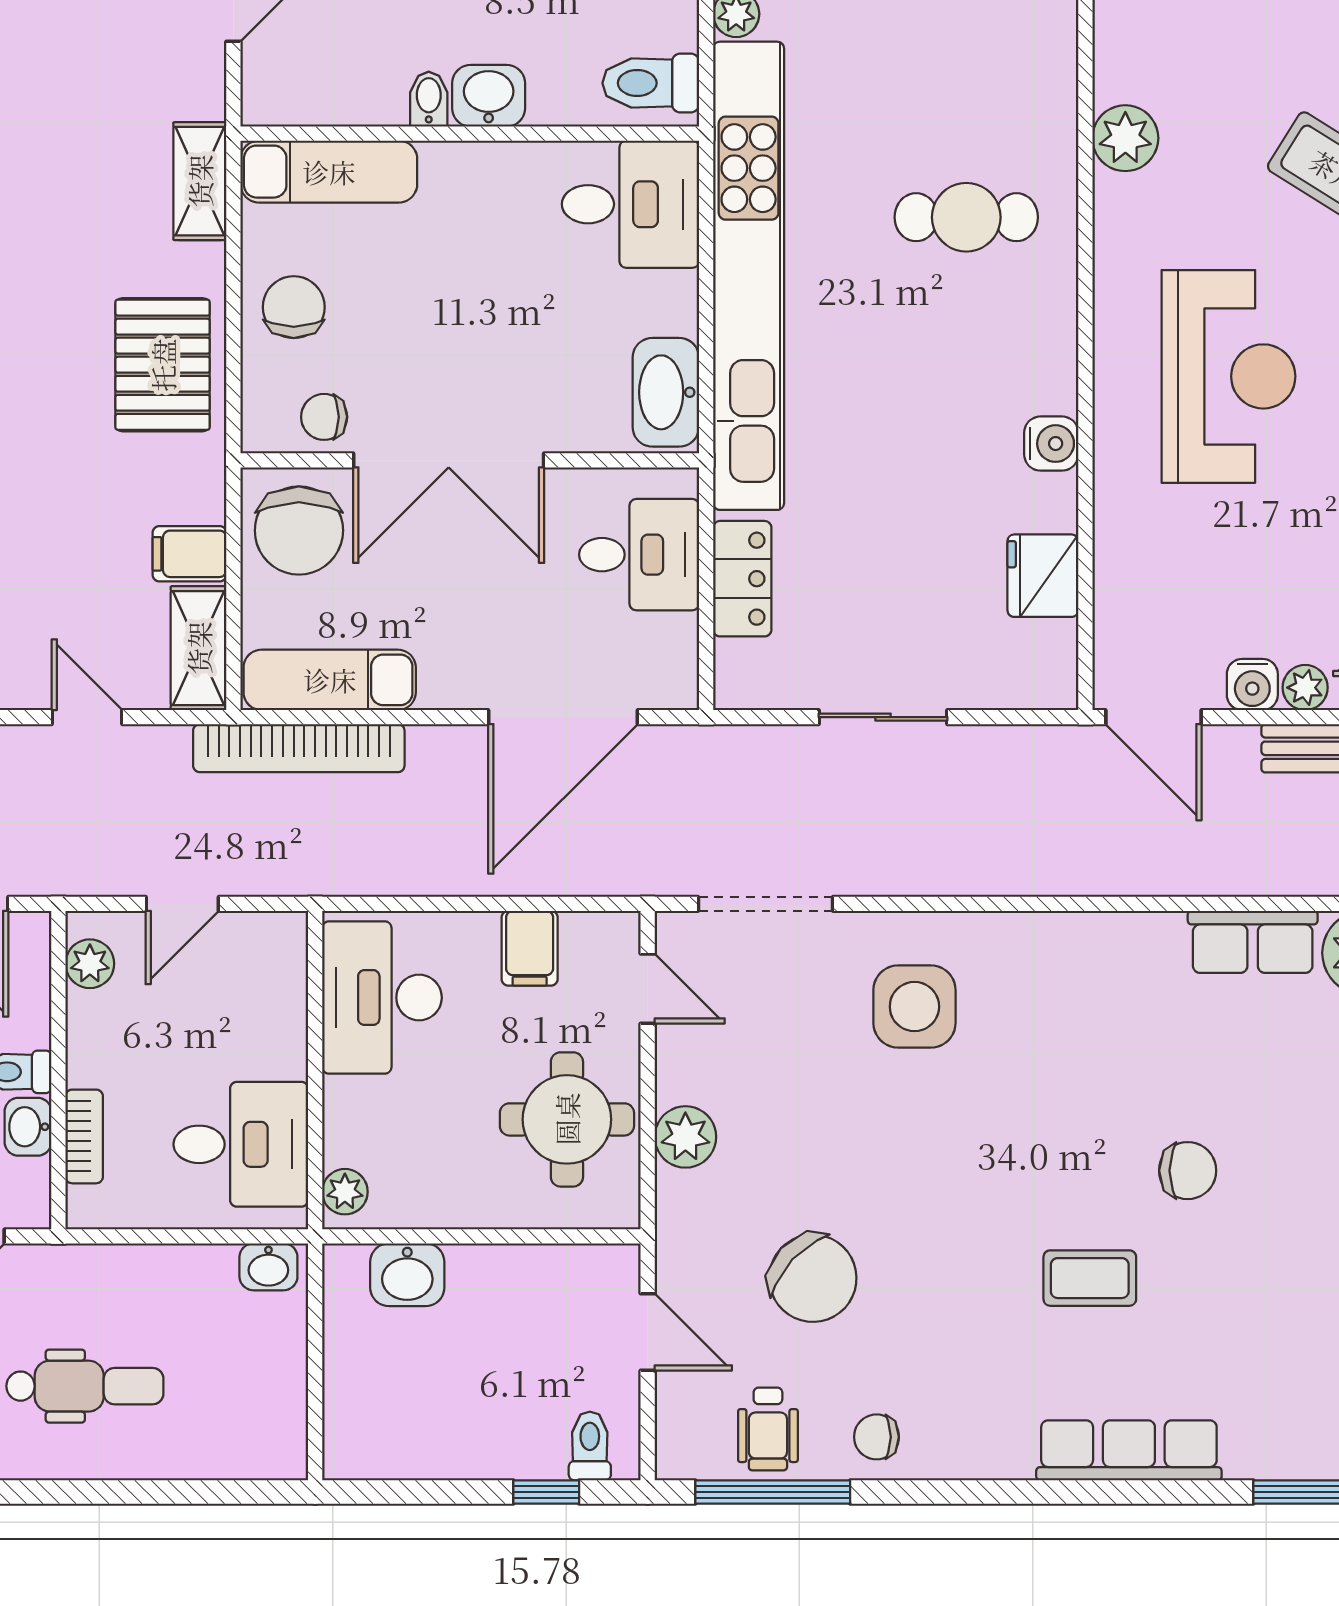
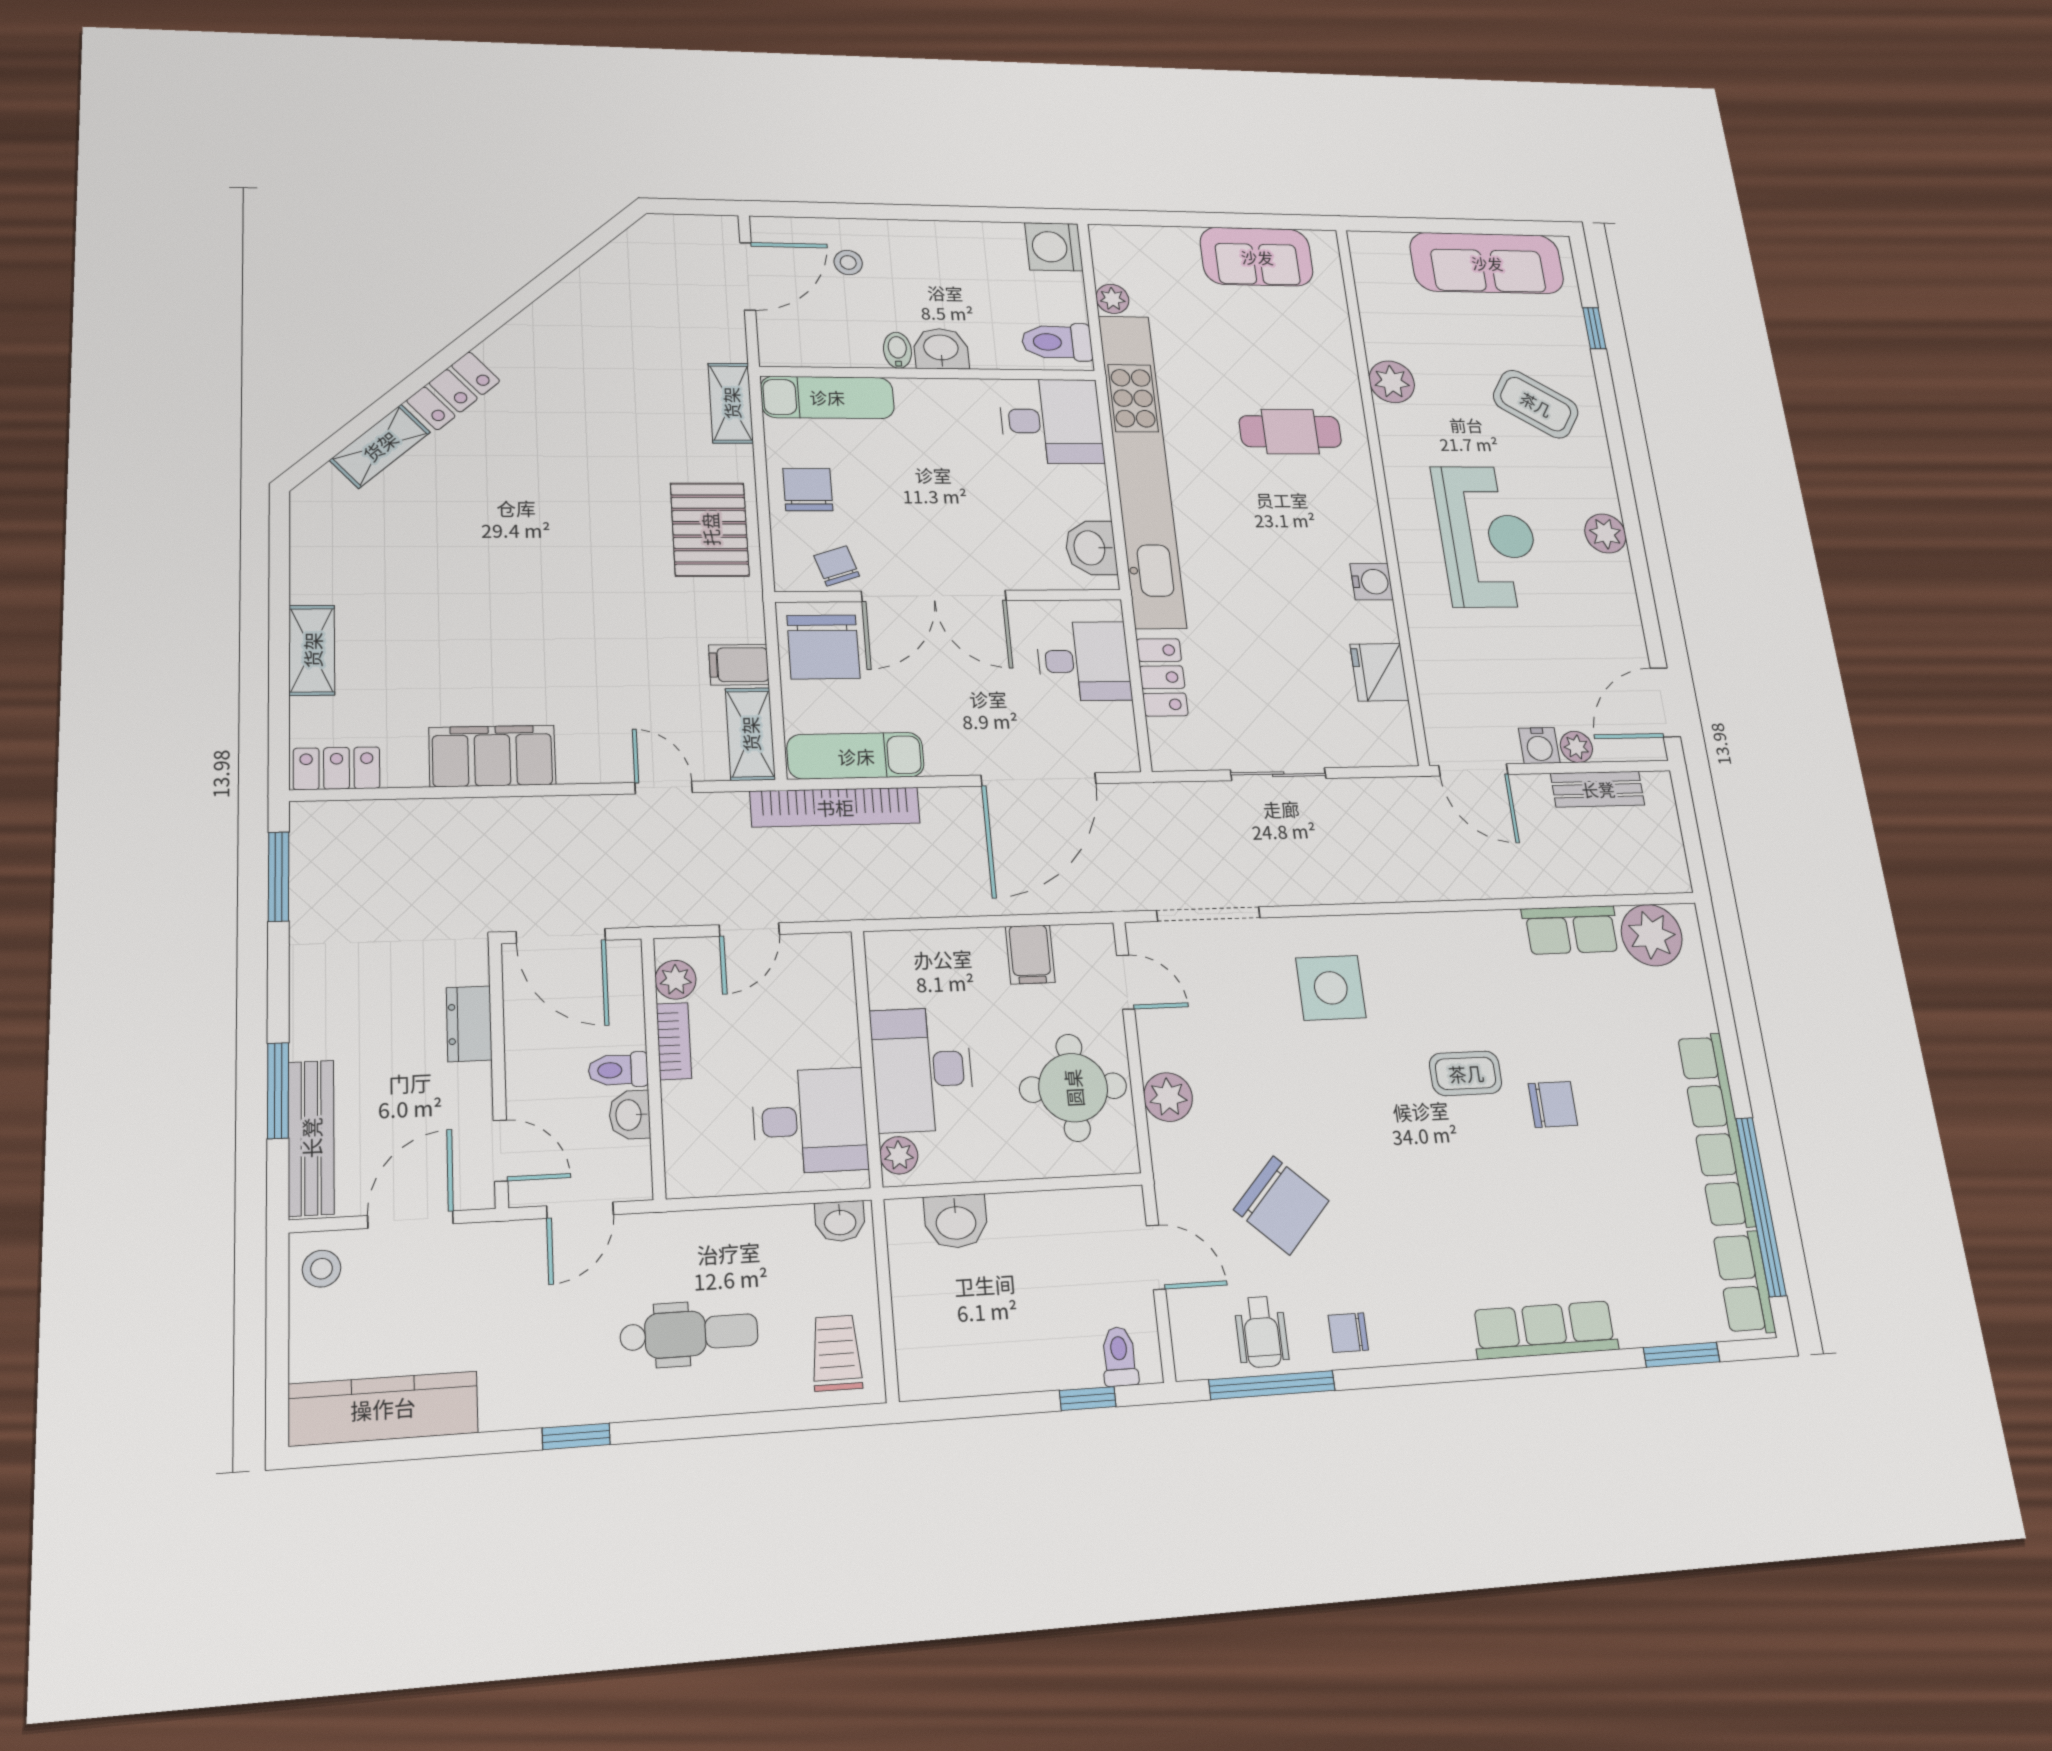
washbasin: (666, 392) -> (1091, 548), width x0.72
chair: (324, 417) -> (837, 566), turned 72
desk: (382, 998) -> (922, 1070), moved
bookcase: (84, 1136) -> (674, 1041), moved
coffee table: (1090, 1278) -> (1466, 1073), moved
trolley: (253, 1419) -> (836, 1353), added

